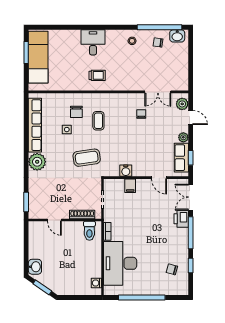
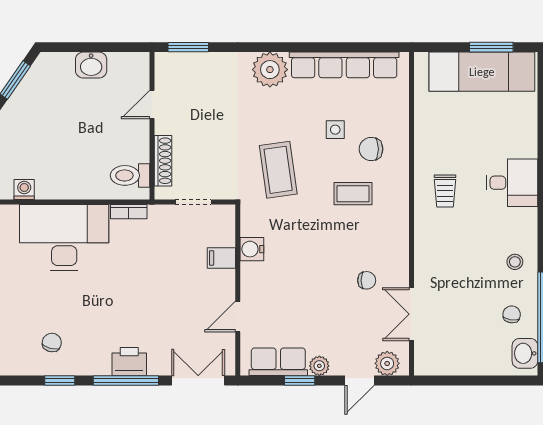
window: (191, 158) -> (300, 381), moved
printer: (181, 219) -> (129, 362), moved
washbasin: (35, 267) -> (91, 65), moved

